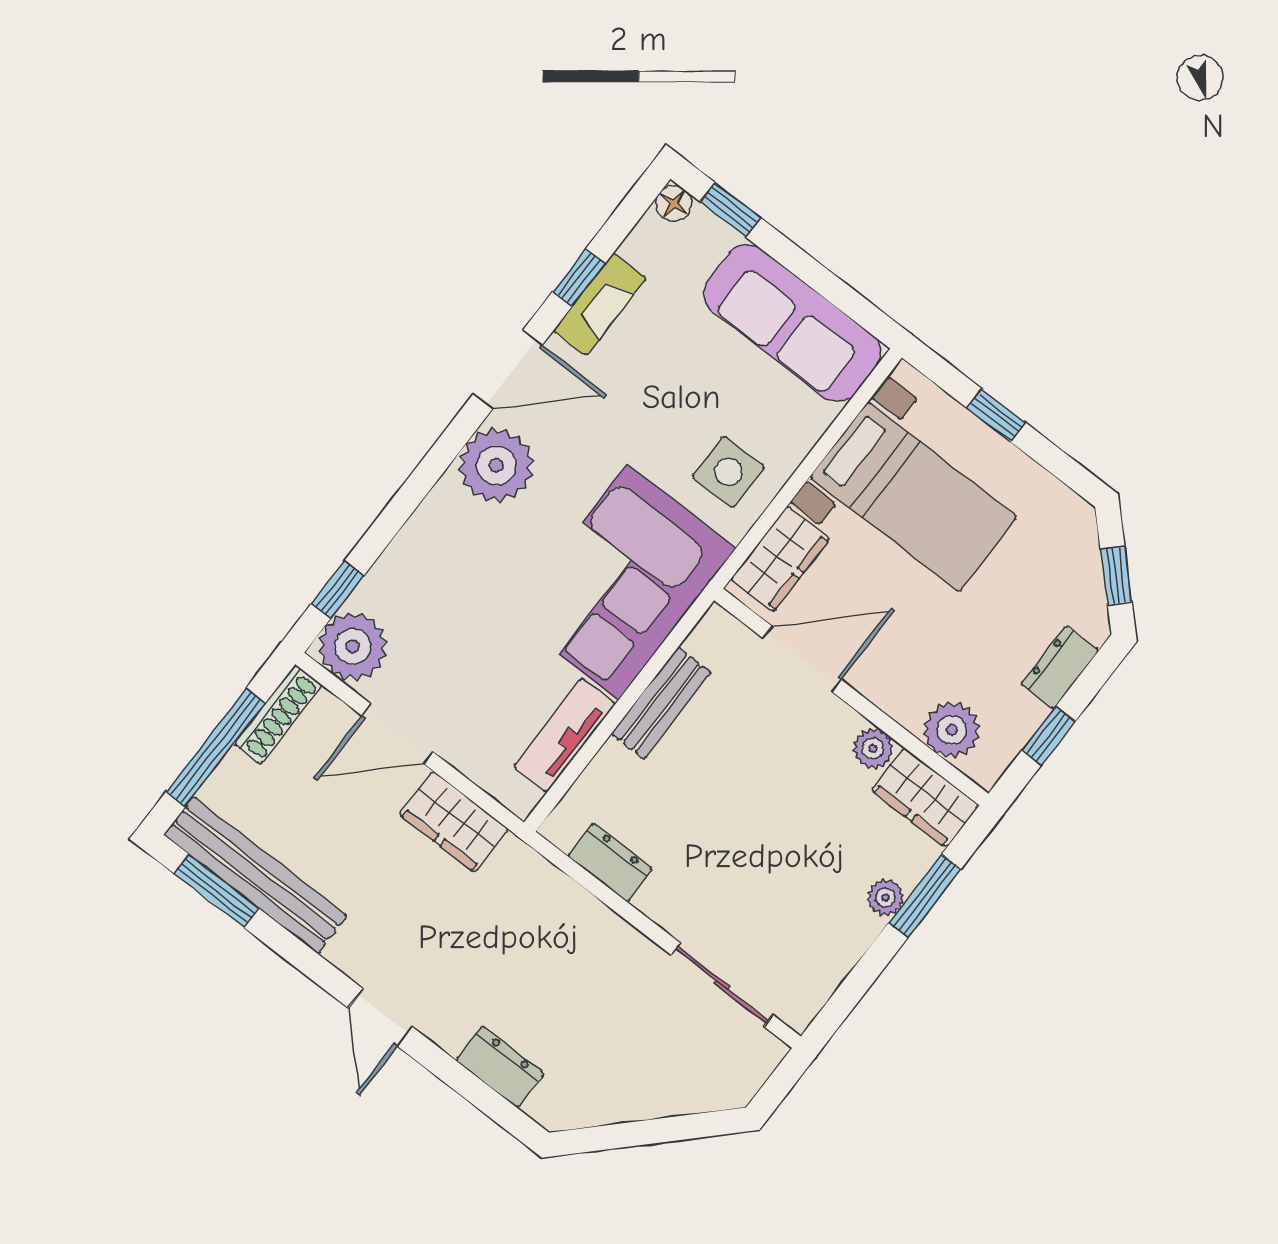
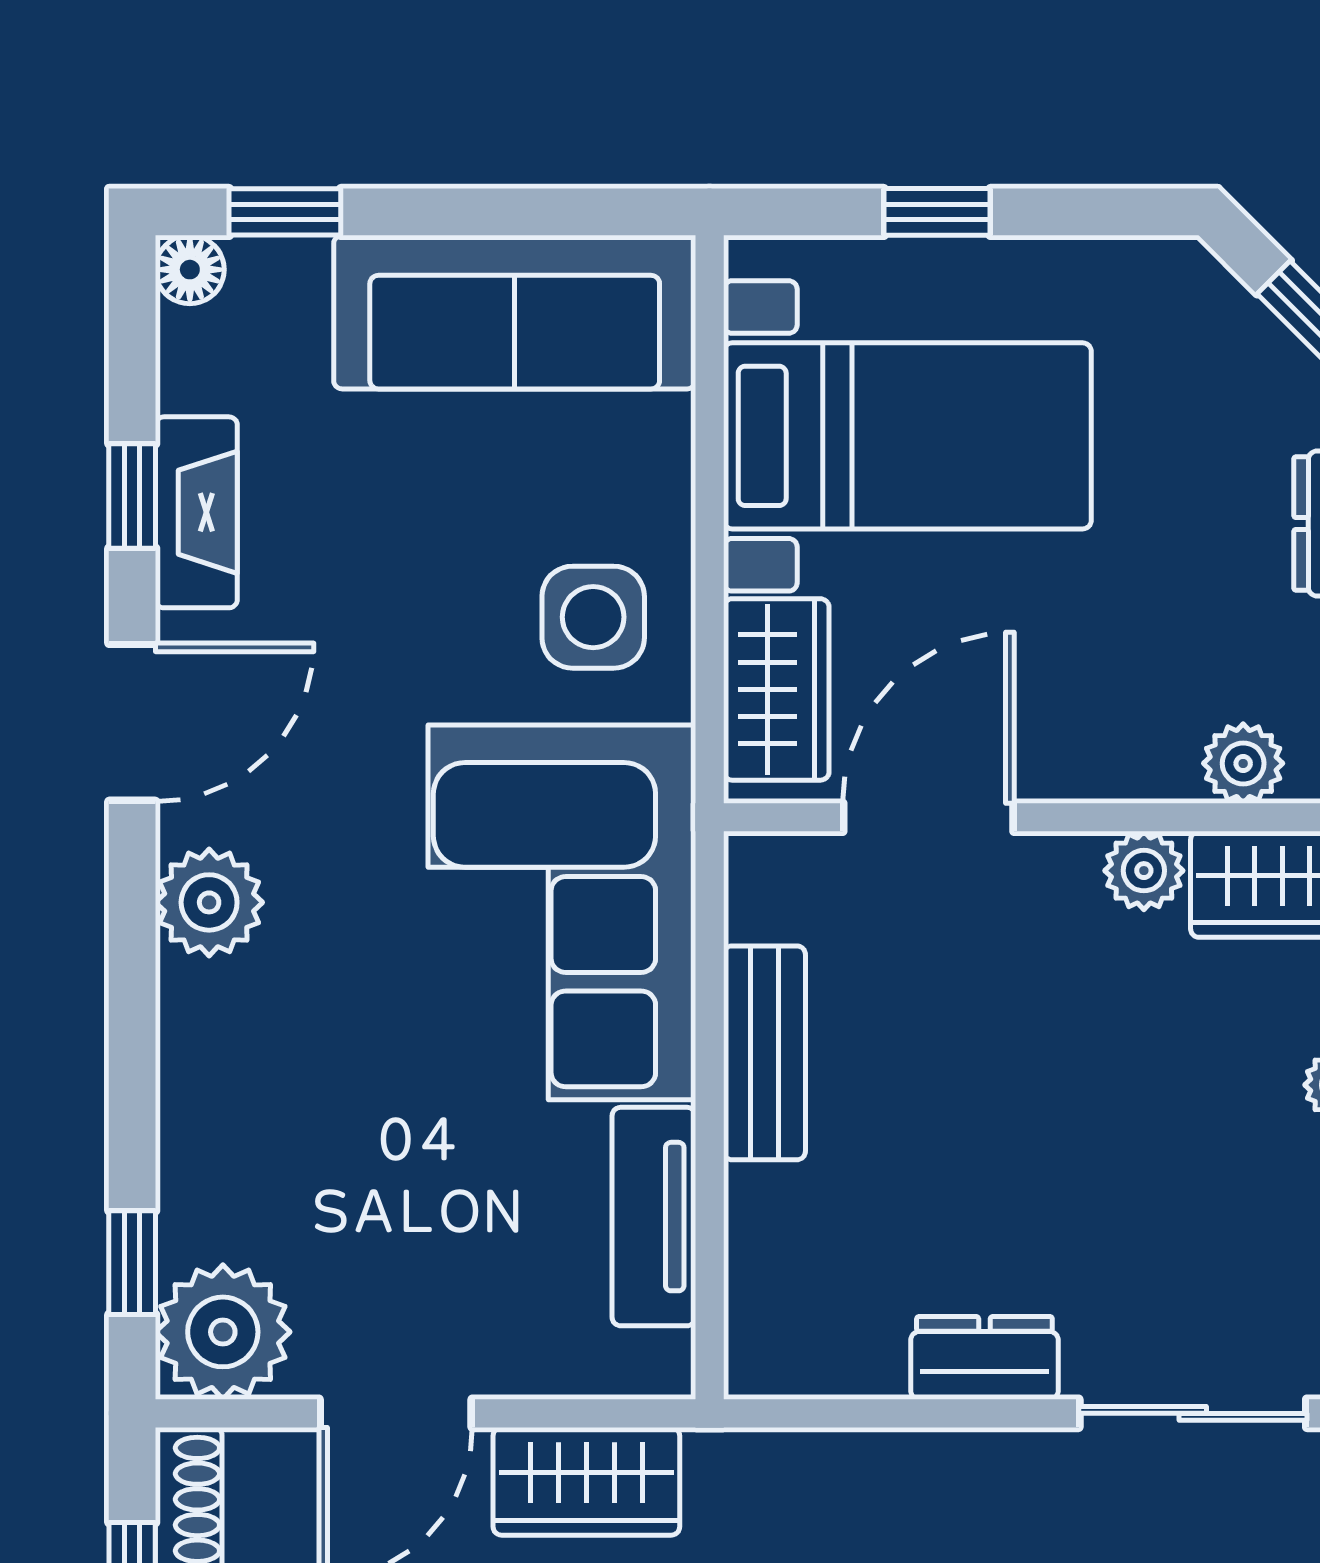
plant: (496, 465) -> (209, 902), width x0.73, depth x0.73
plant: (952, 730) -> (1243, 763), width x0.73, depth x0.73
dresser: (610, 862) -> (984, 1358), moved

